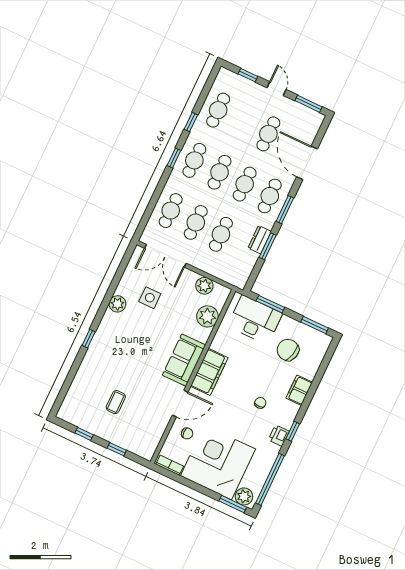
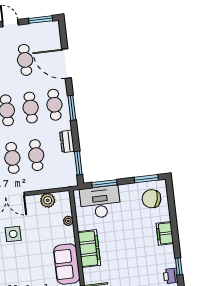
window: (268, 246) -> (78, 163), moved
plant: (207, 316) -> (68, 221), width x0.53, depth x0.53
chair: (288, 350) -> (151, 199), moved
filing cabinet: (209, 372) -> (89, 249), moved
chair: (260, 403) -> (142, 260), removed

